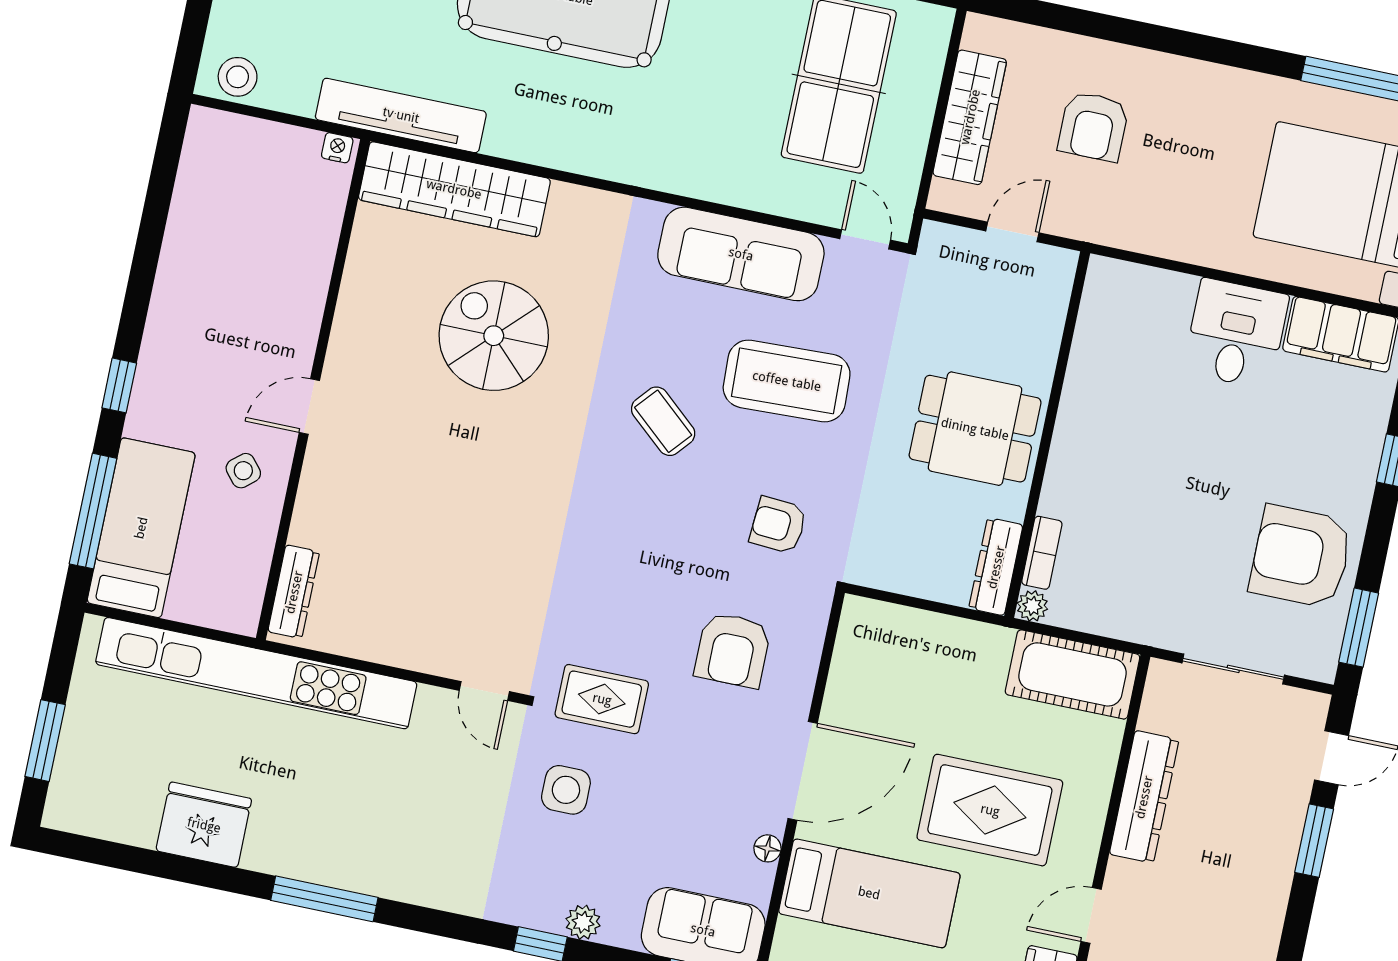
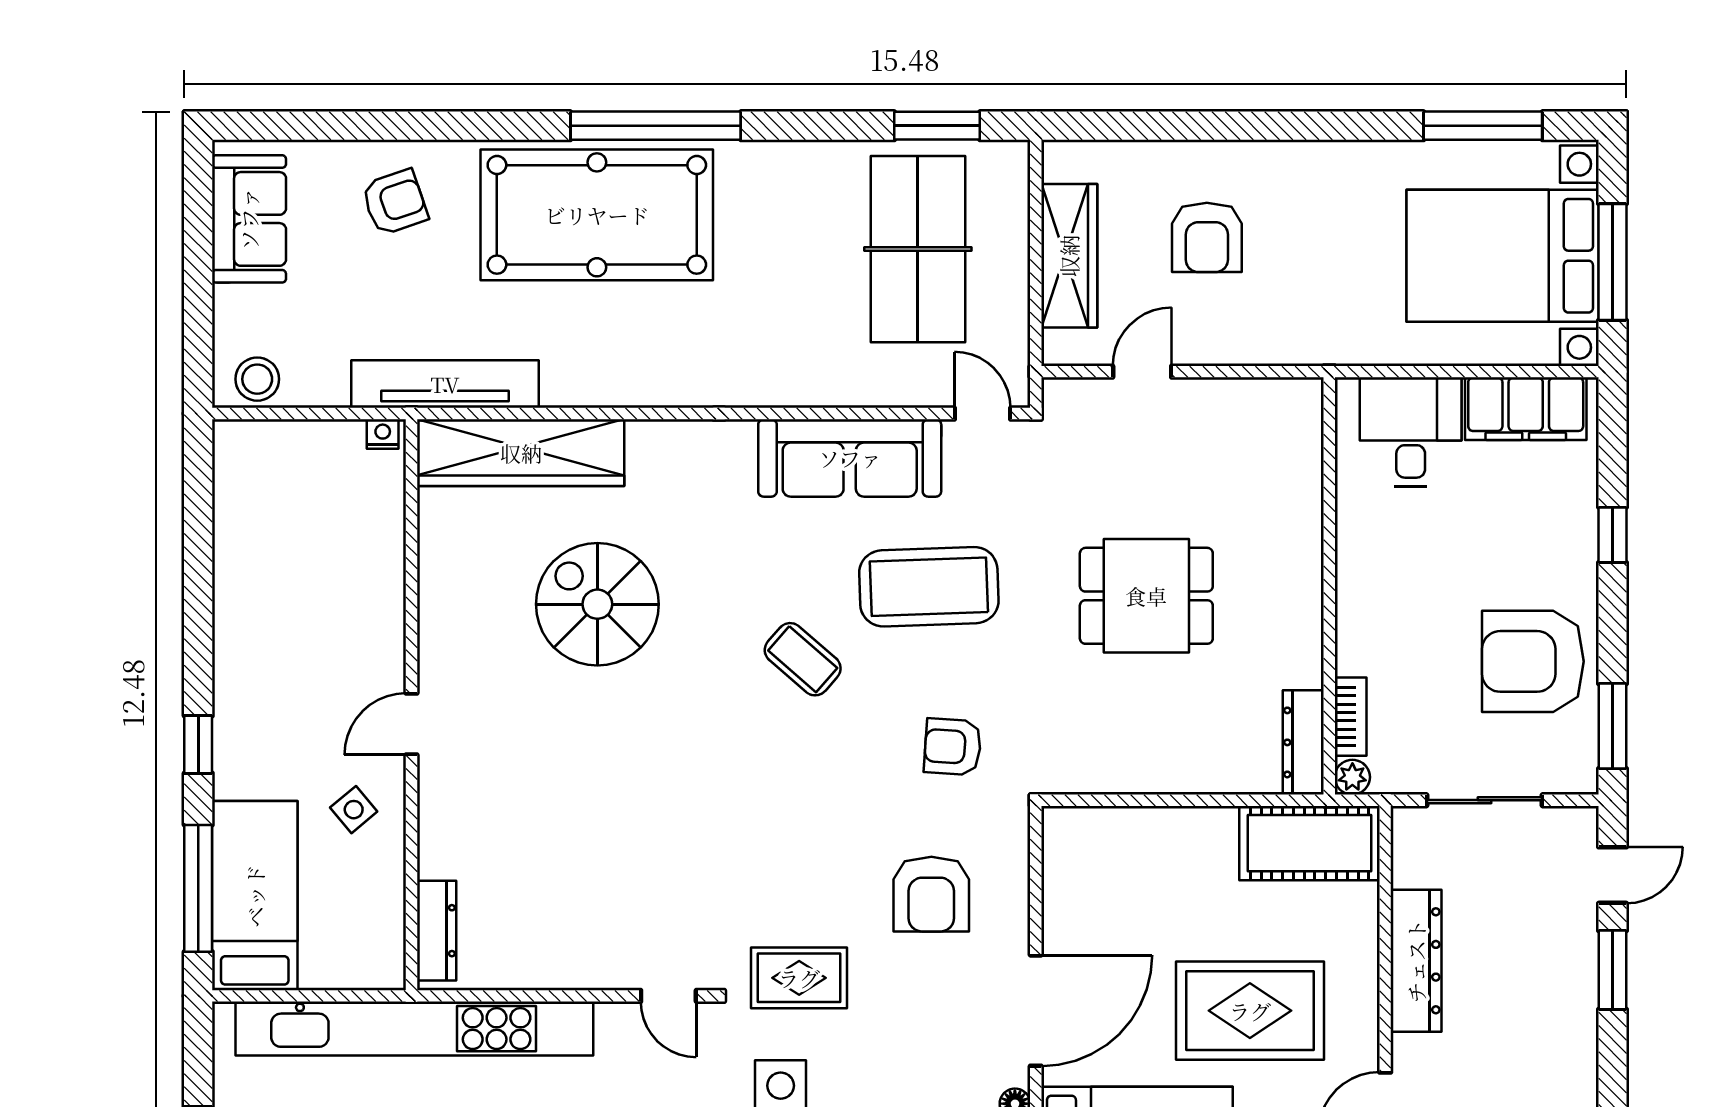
wall: (1047, 435) -> (1329, 586), moved
bookcase: (1042, 553) -> (1351, 717), moved
dresser: (996, 567) -> (1303, 742), moved
plant: (1032, 606) -> (1352, 777), moved

